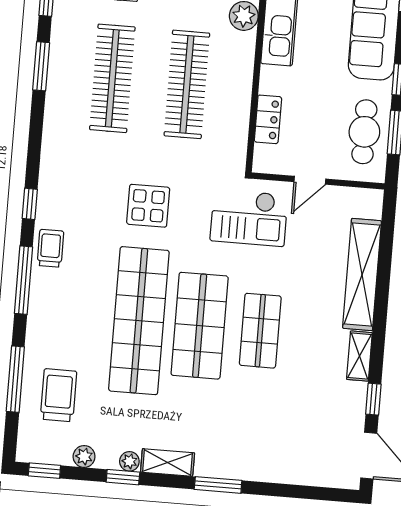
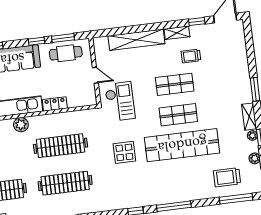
locker: (268, 119) -> (55, 104), moved
trolley: (50, 248) -> (191, 56), moved
shop shelf: (200, 326) -> (178, 115), width x0.70, depth x0.74
window: (15, 379) -> (236, 199), moved

